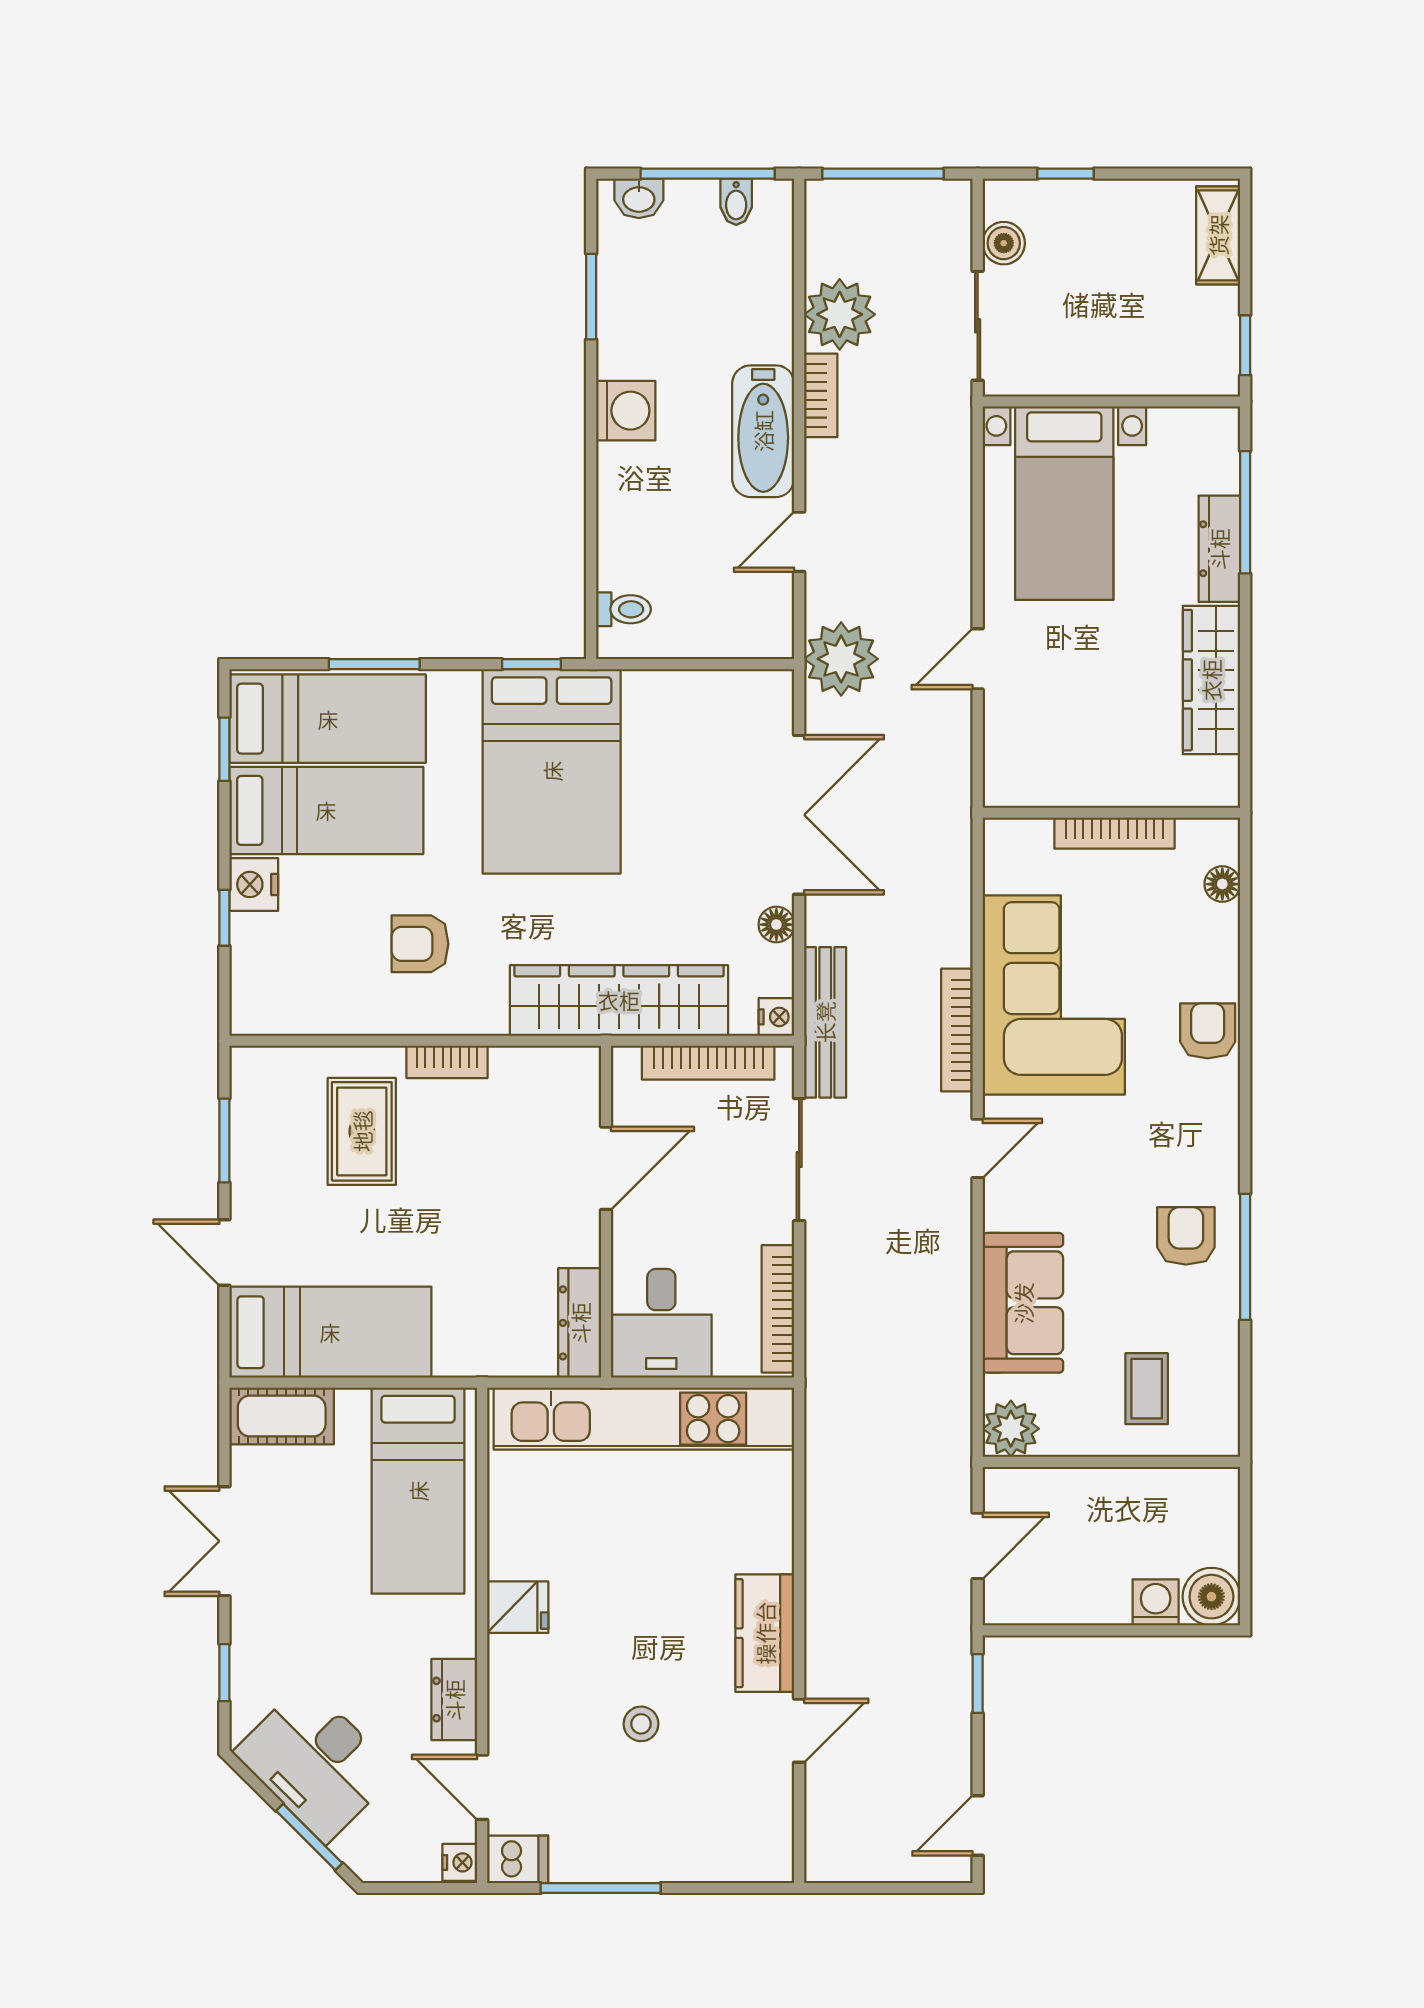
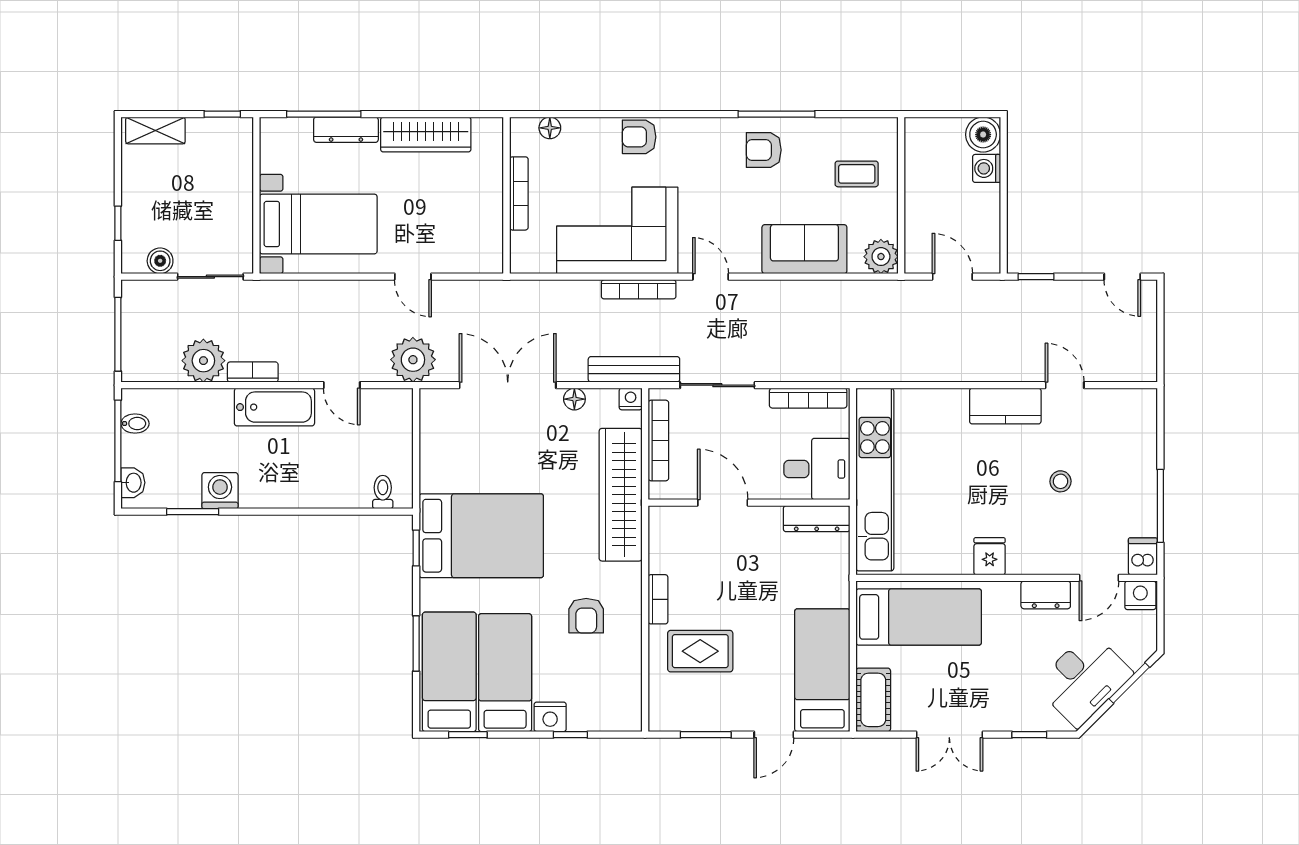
washing machine: (626, 411) -> (220, 491), moved
nightstand: (460, 1862) -> (1140, 595), width x1.39, depth x1.35

